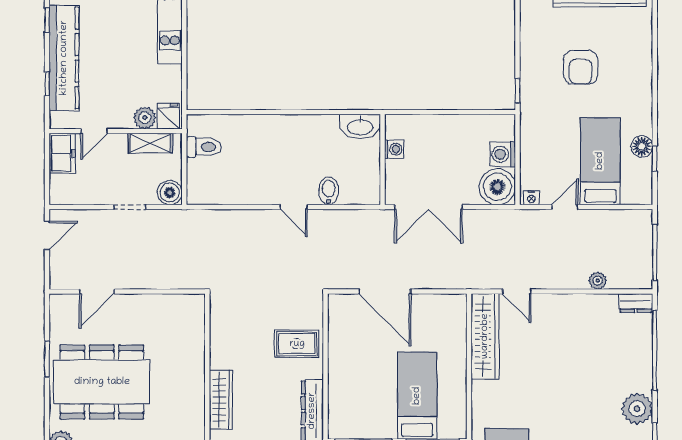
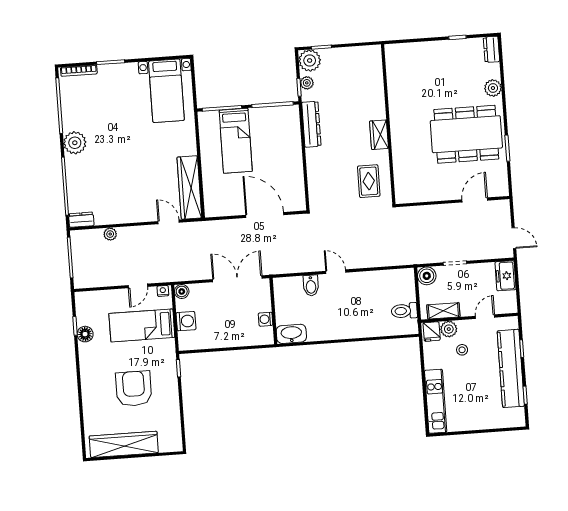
armchair: (581, 67) -> (134, 389), width x1.36, depth x1.36
stool: (129, 88) -> (462, 350), added
freezer: (62, 153) -> (505, 276), moved
bed: (600, 161) -> (142, 325), moved, turned 90
boiler: (497, 187) -> (182, 291), width x0.54, depth x0.54
door: (47, 235) -> (514, 238), swing flipped
rug: (297, 344) -> (369, 181), moved, turned 90
wardrobe: (221, 400) -> (379, 135), width x0.67

